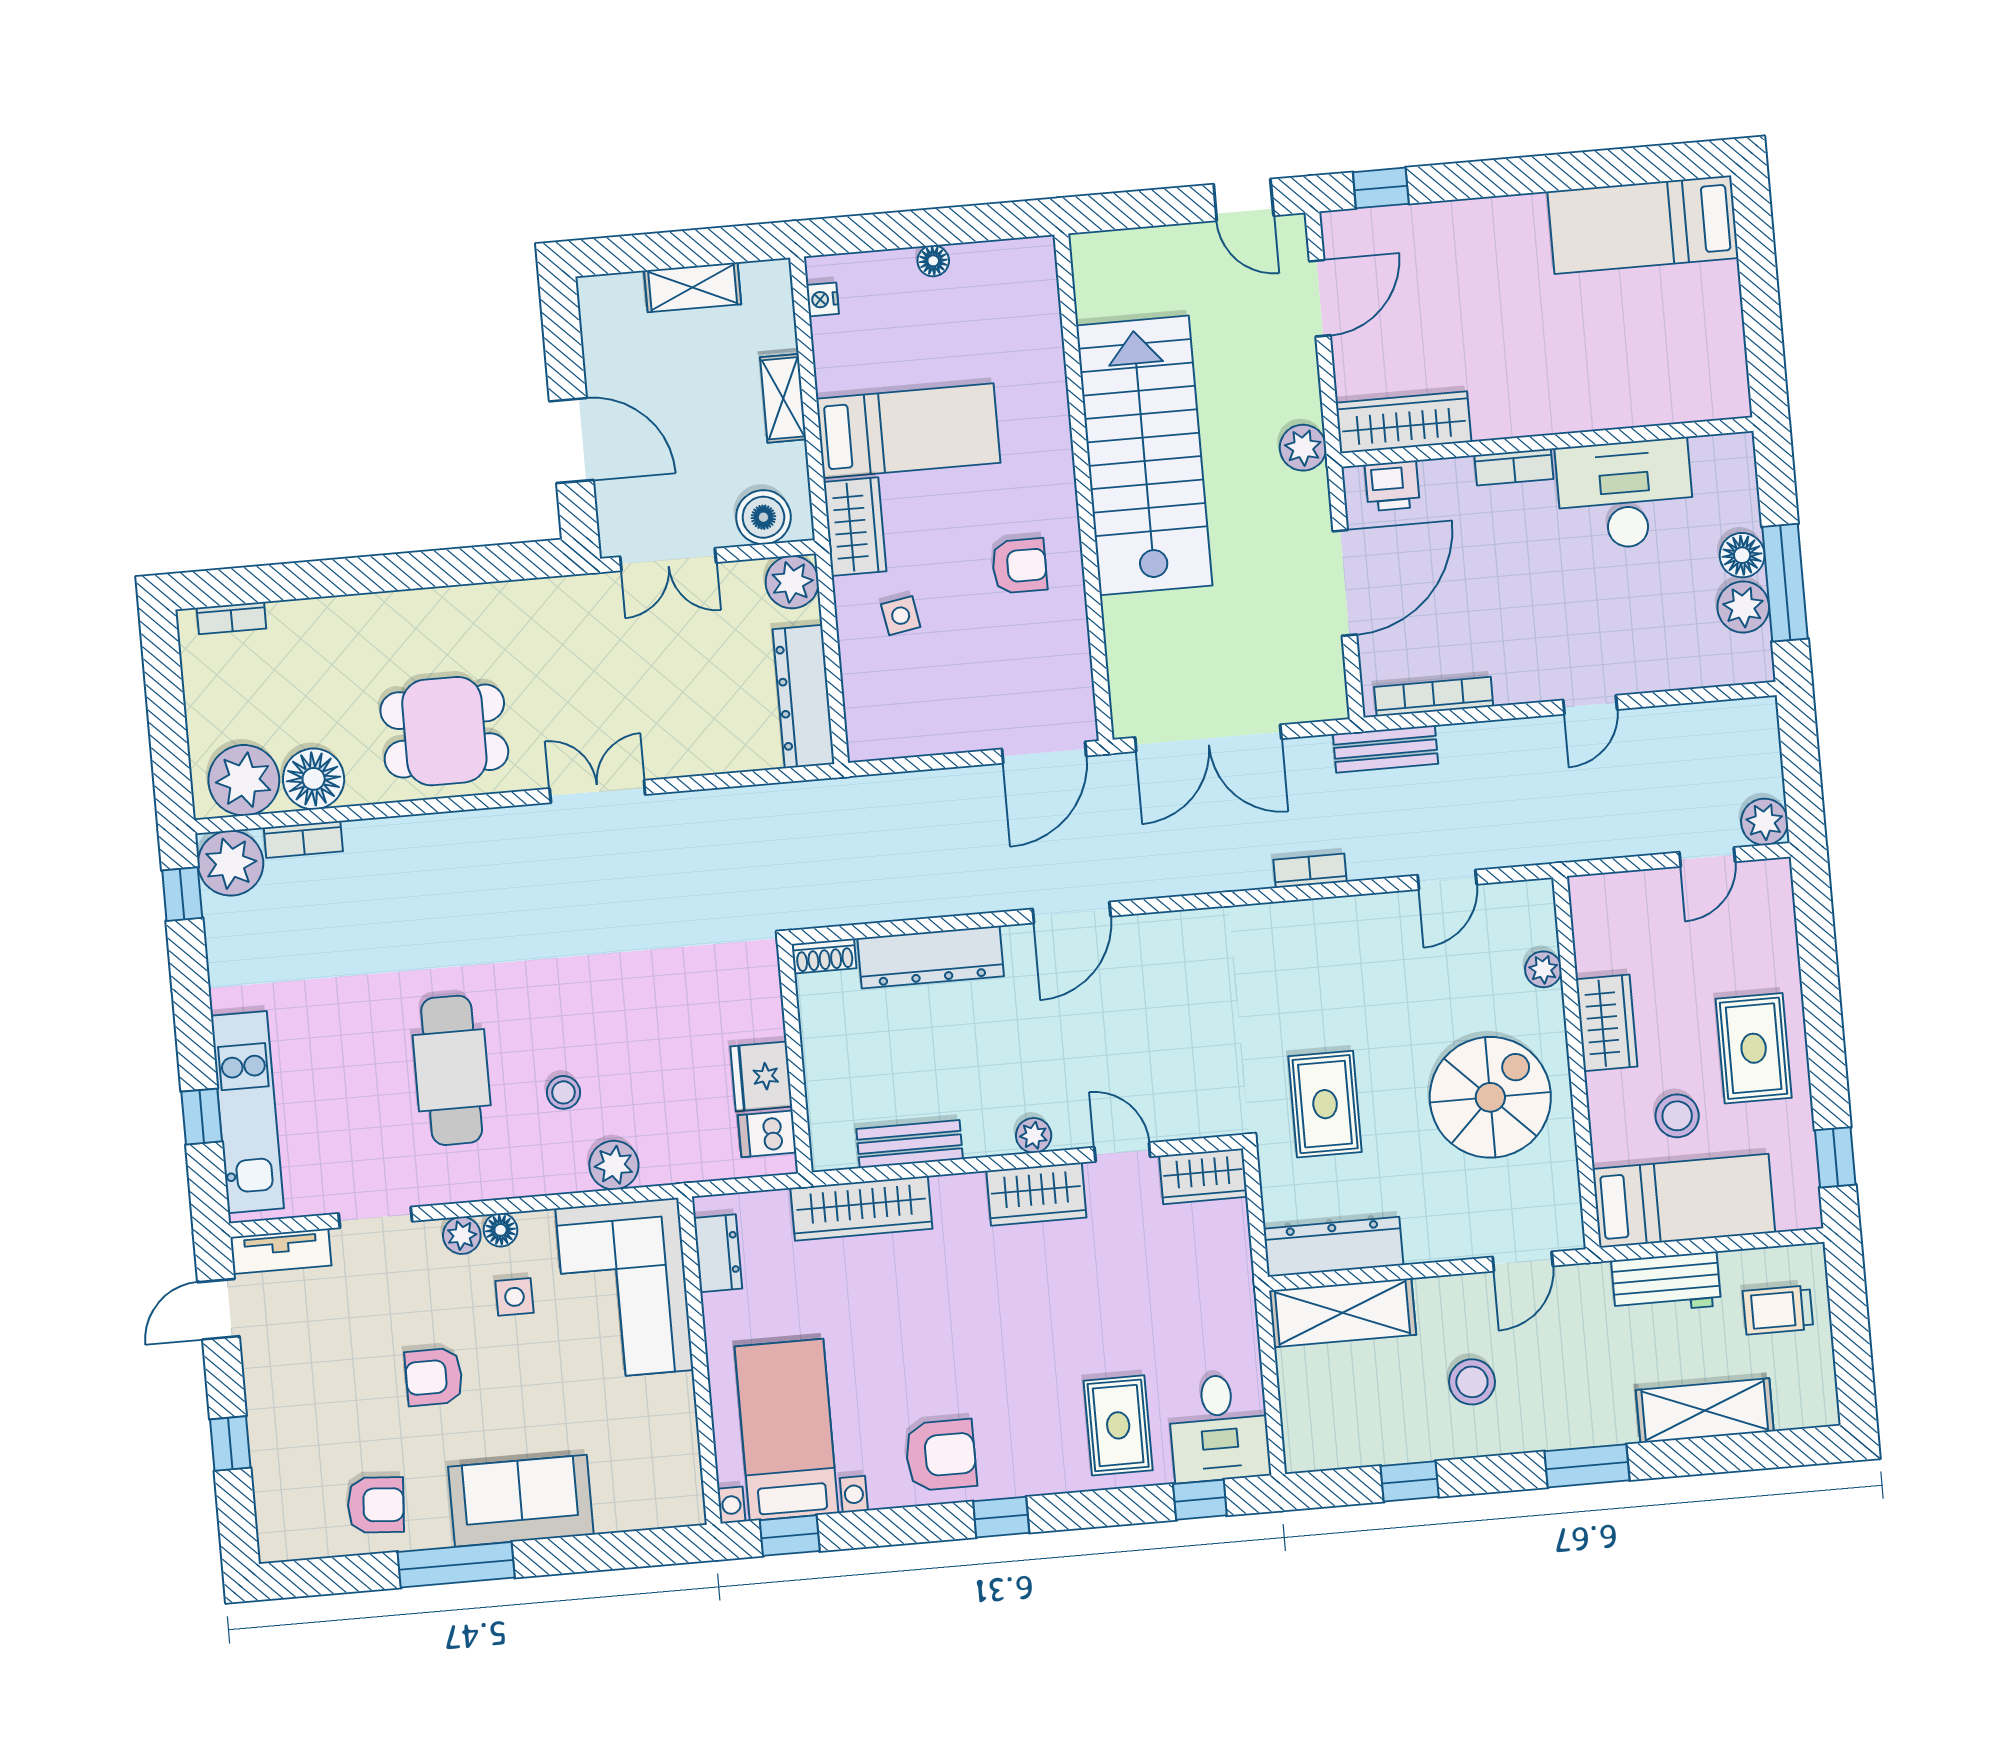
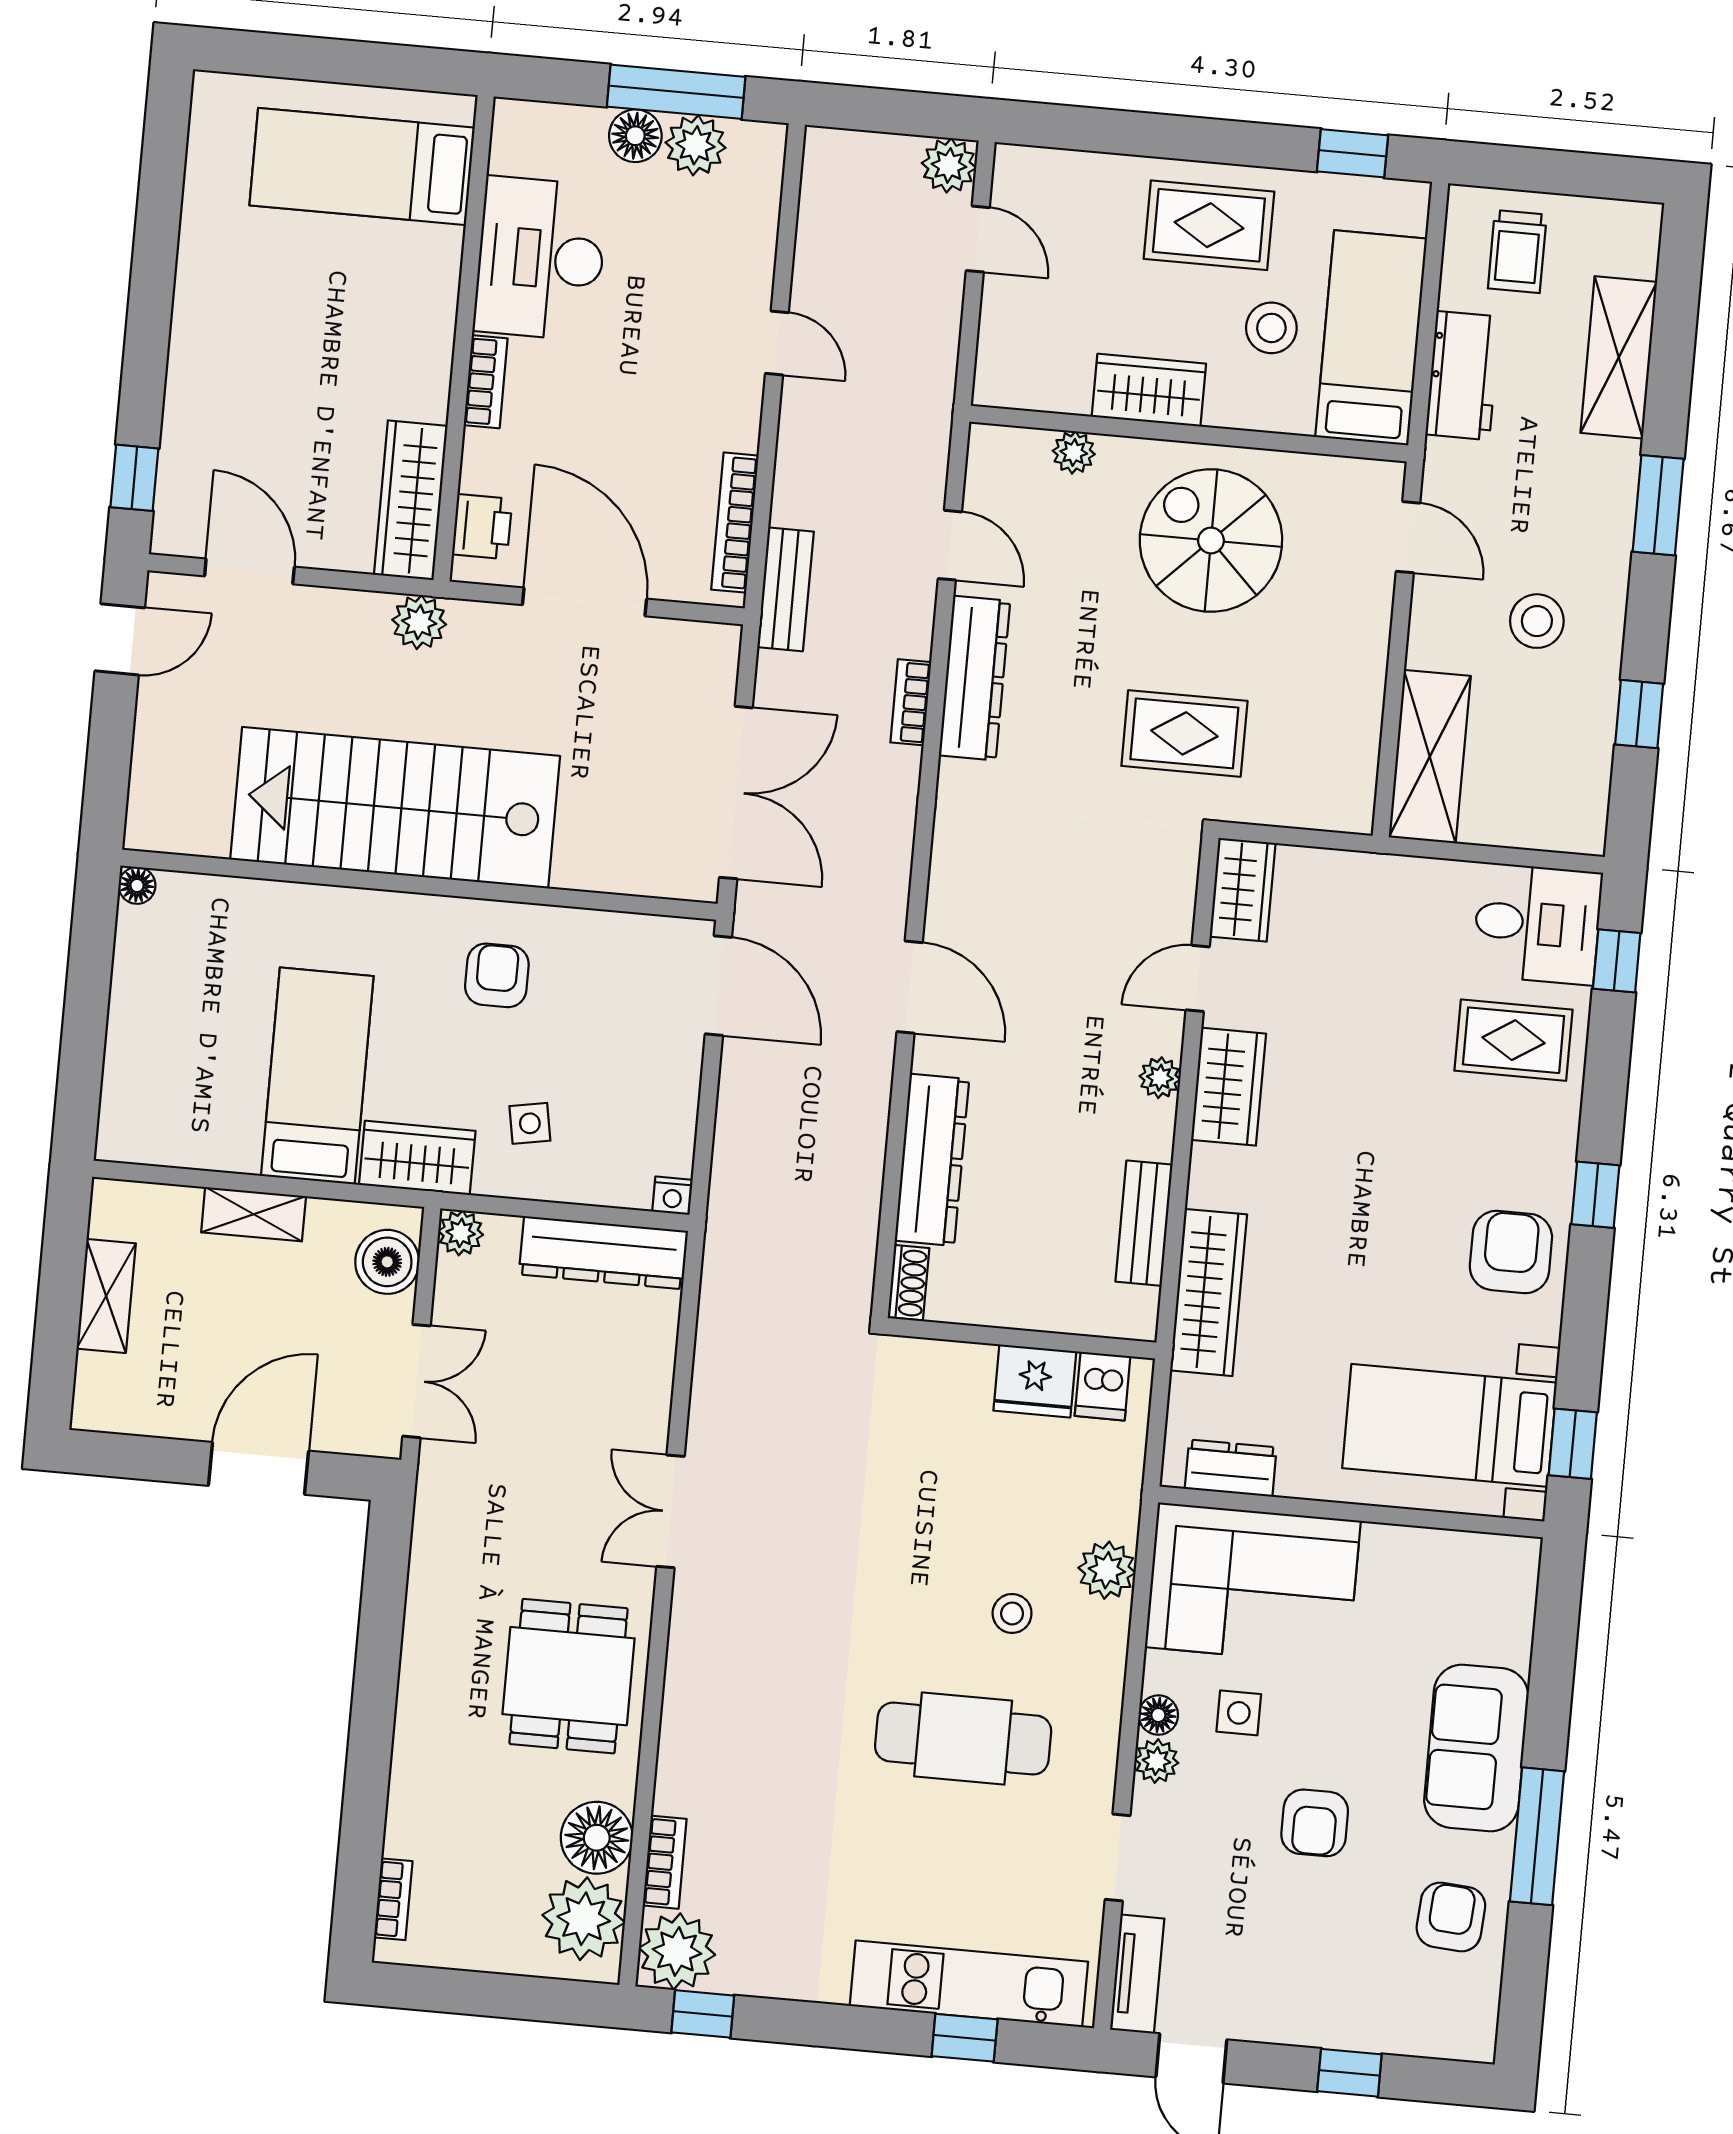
bed: (1643, 225) -> (362, 166), moved, turned 90
floor lamp: (933, 261) -> (137, 885), moved
nightstand: (823, 299) -> (672, 1196), moved
plant: (792, 582) -> (461, 1233), width x0.73, depth x0.73
dresser: (1334, 1247) -> (974, 678), moved, turned 180

